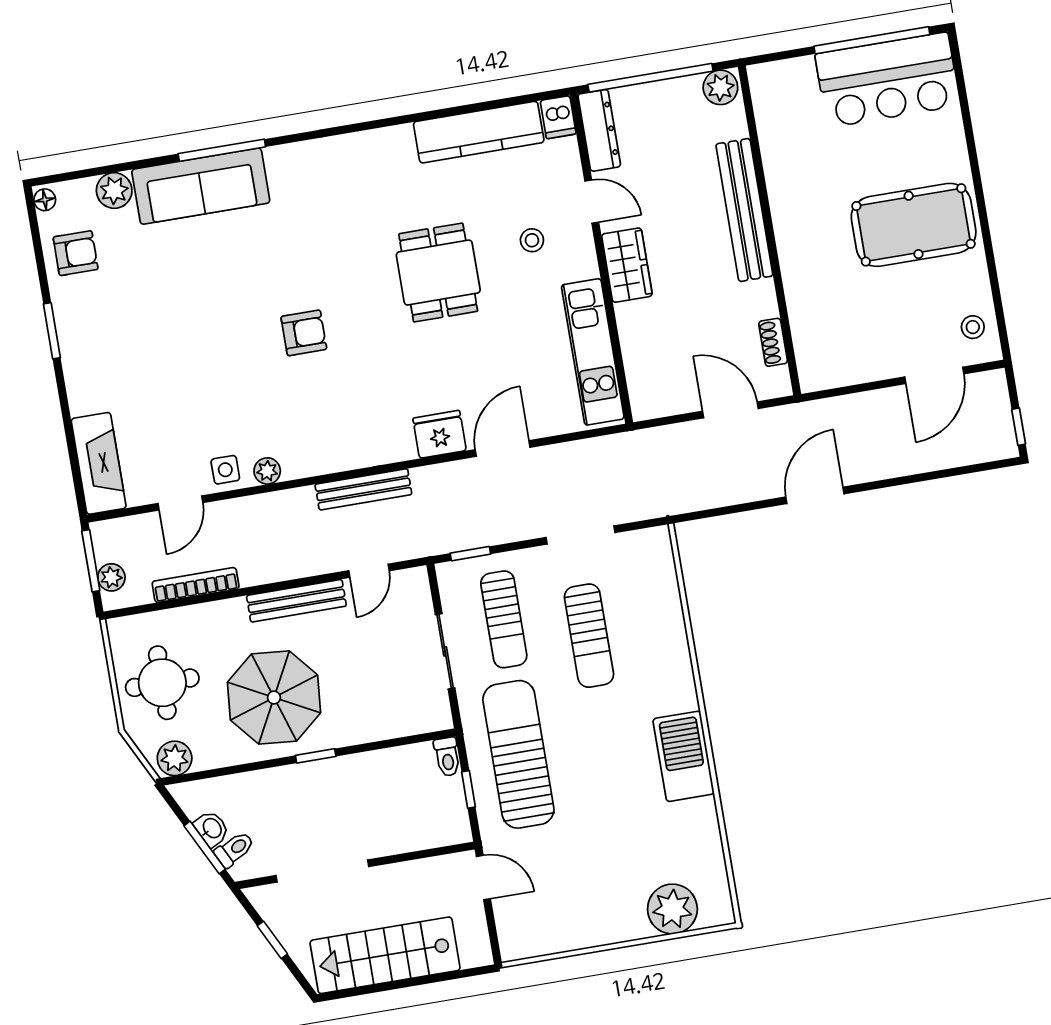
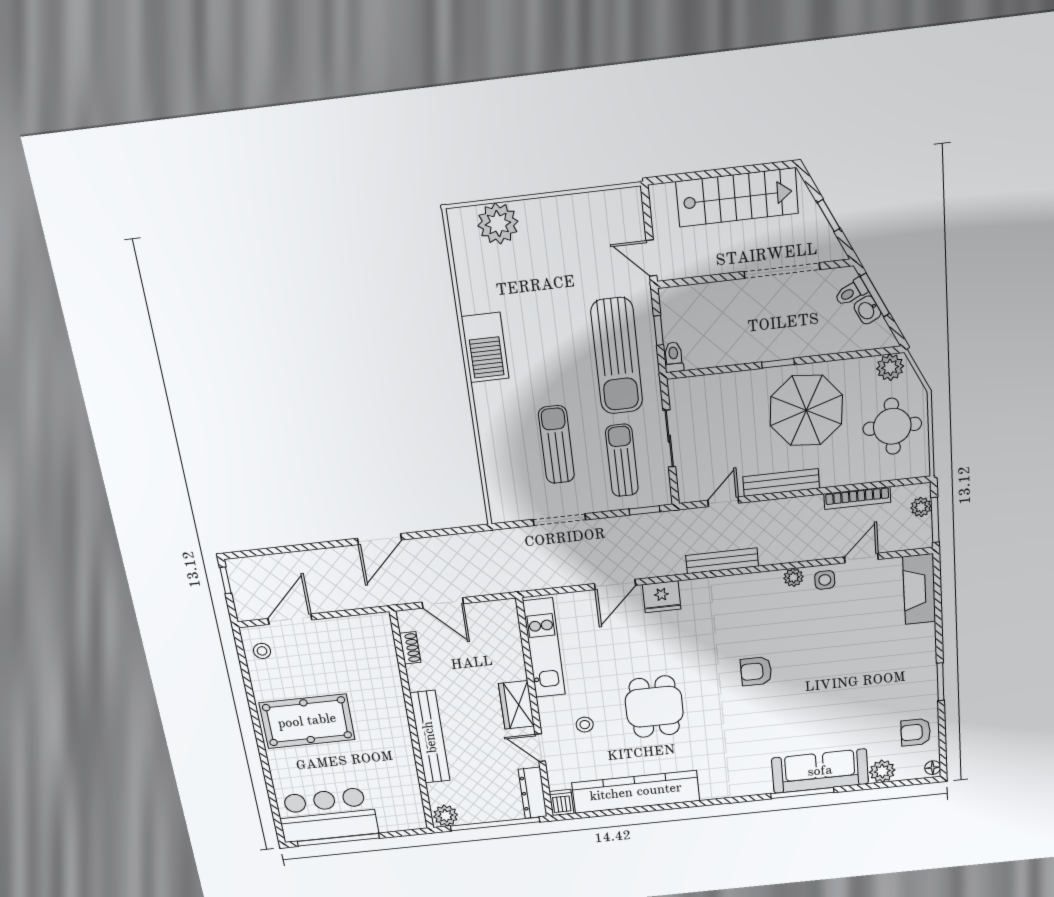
kitchen counter: (479, 132) -> (636, 792), width x1.39, depth x1.17

